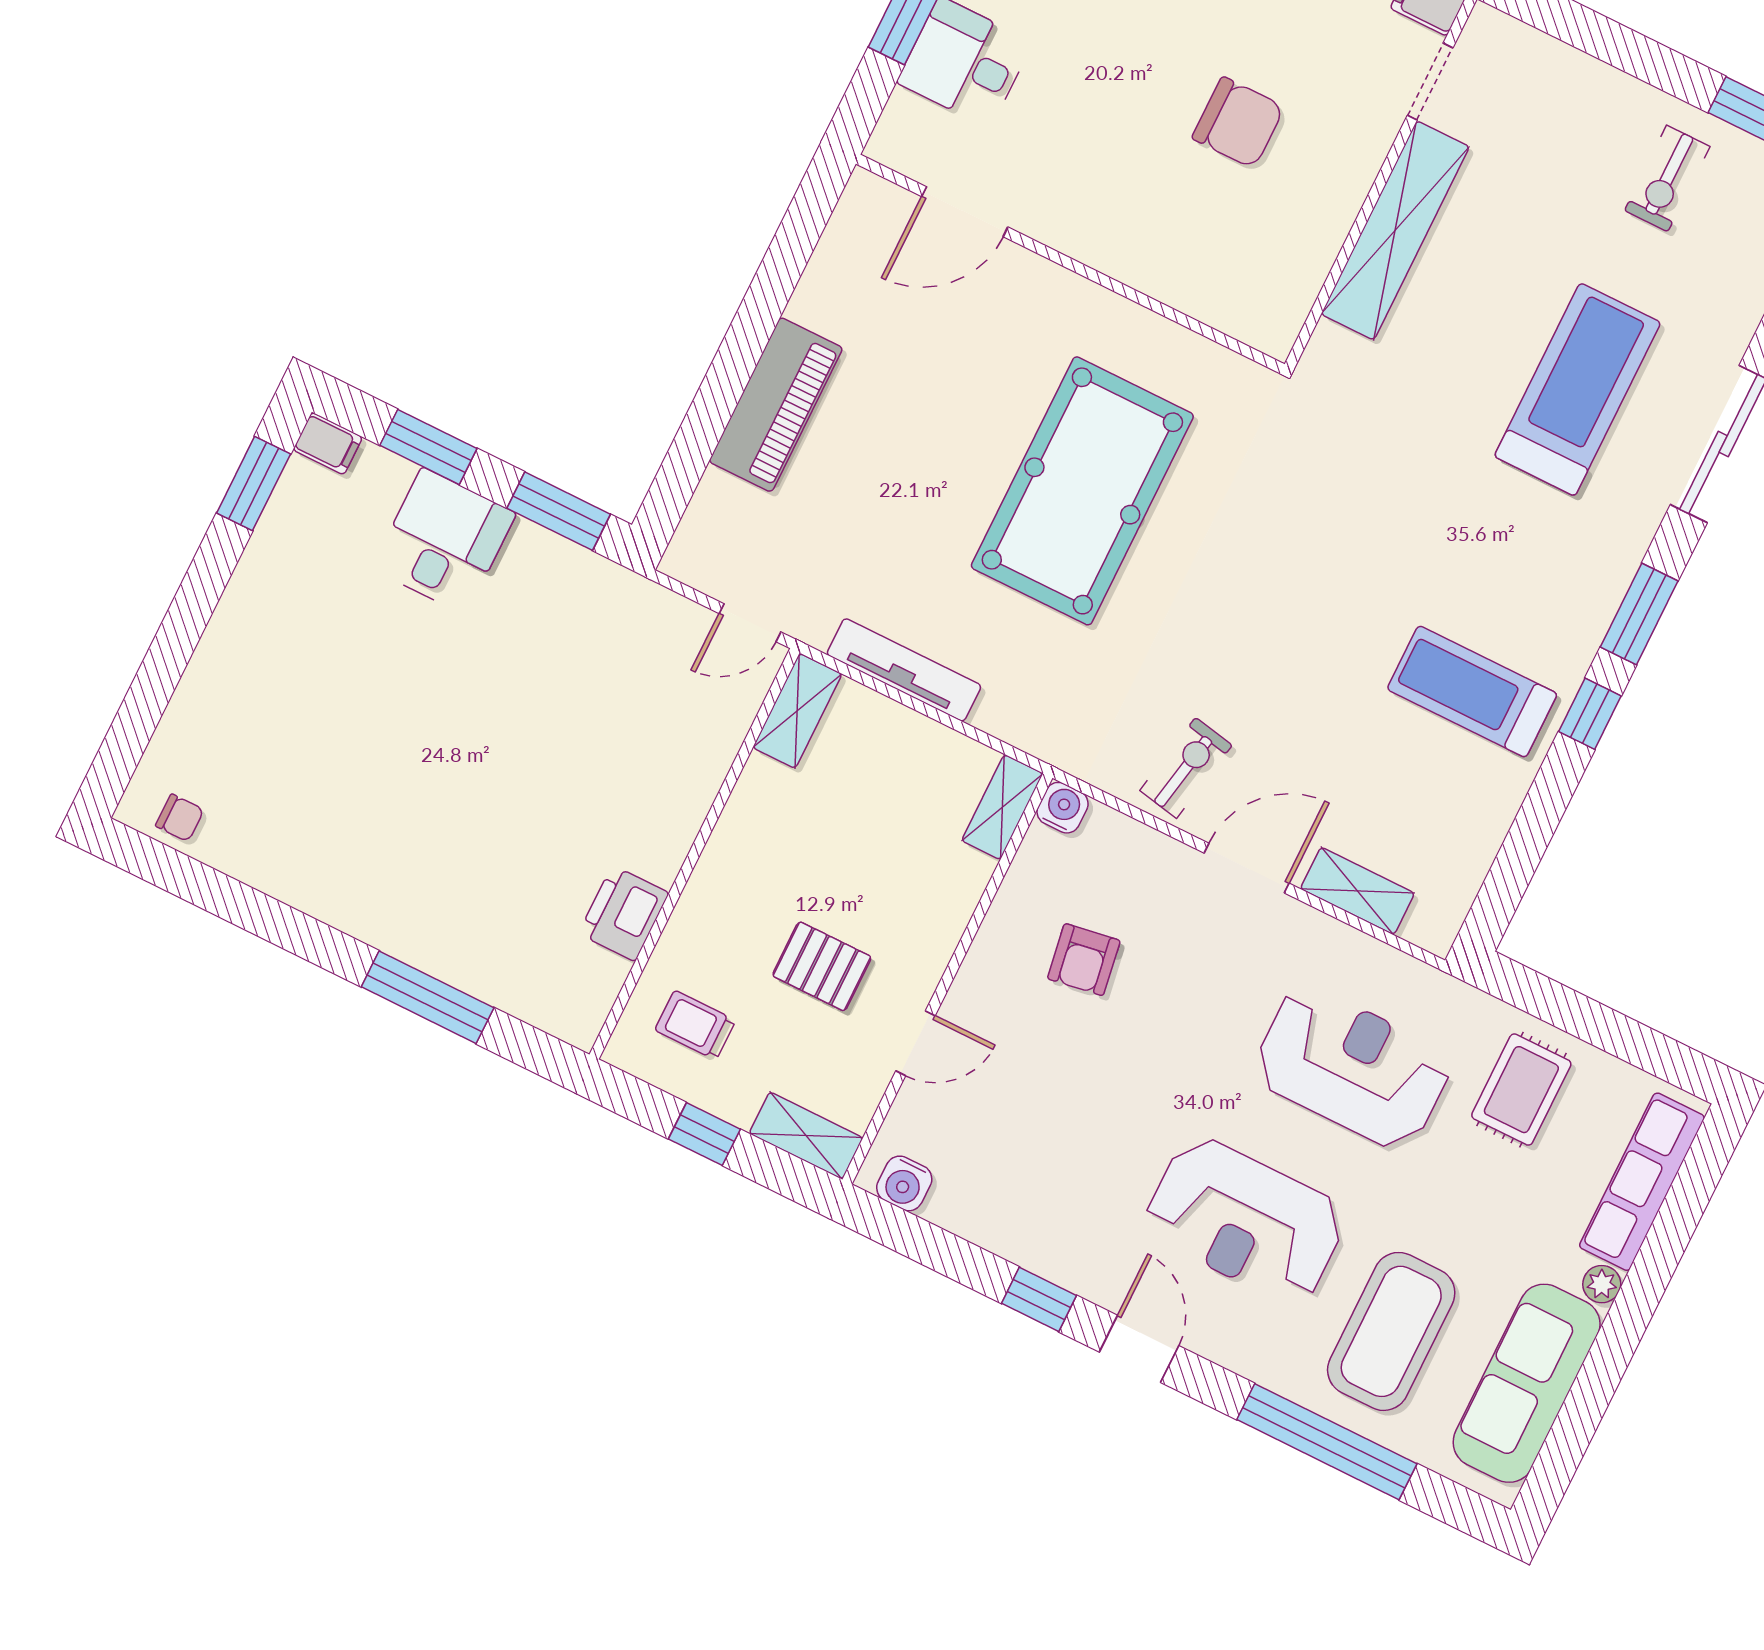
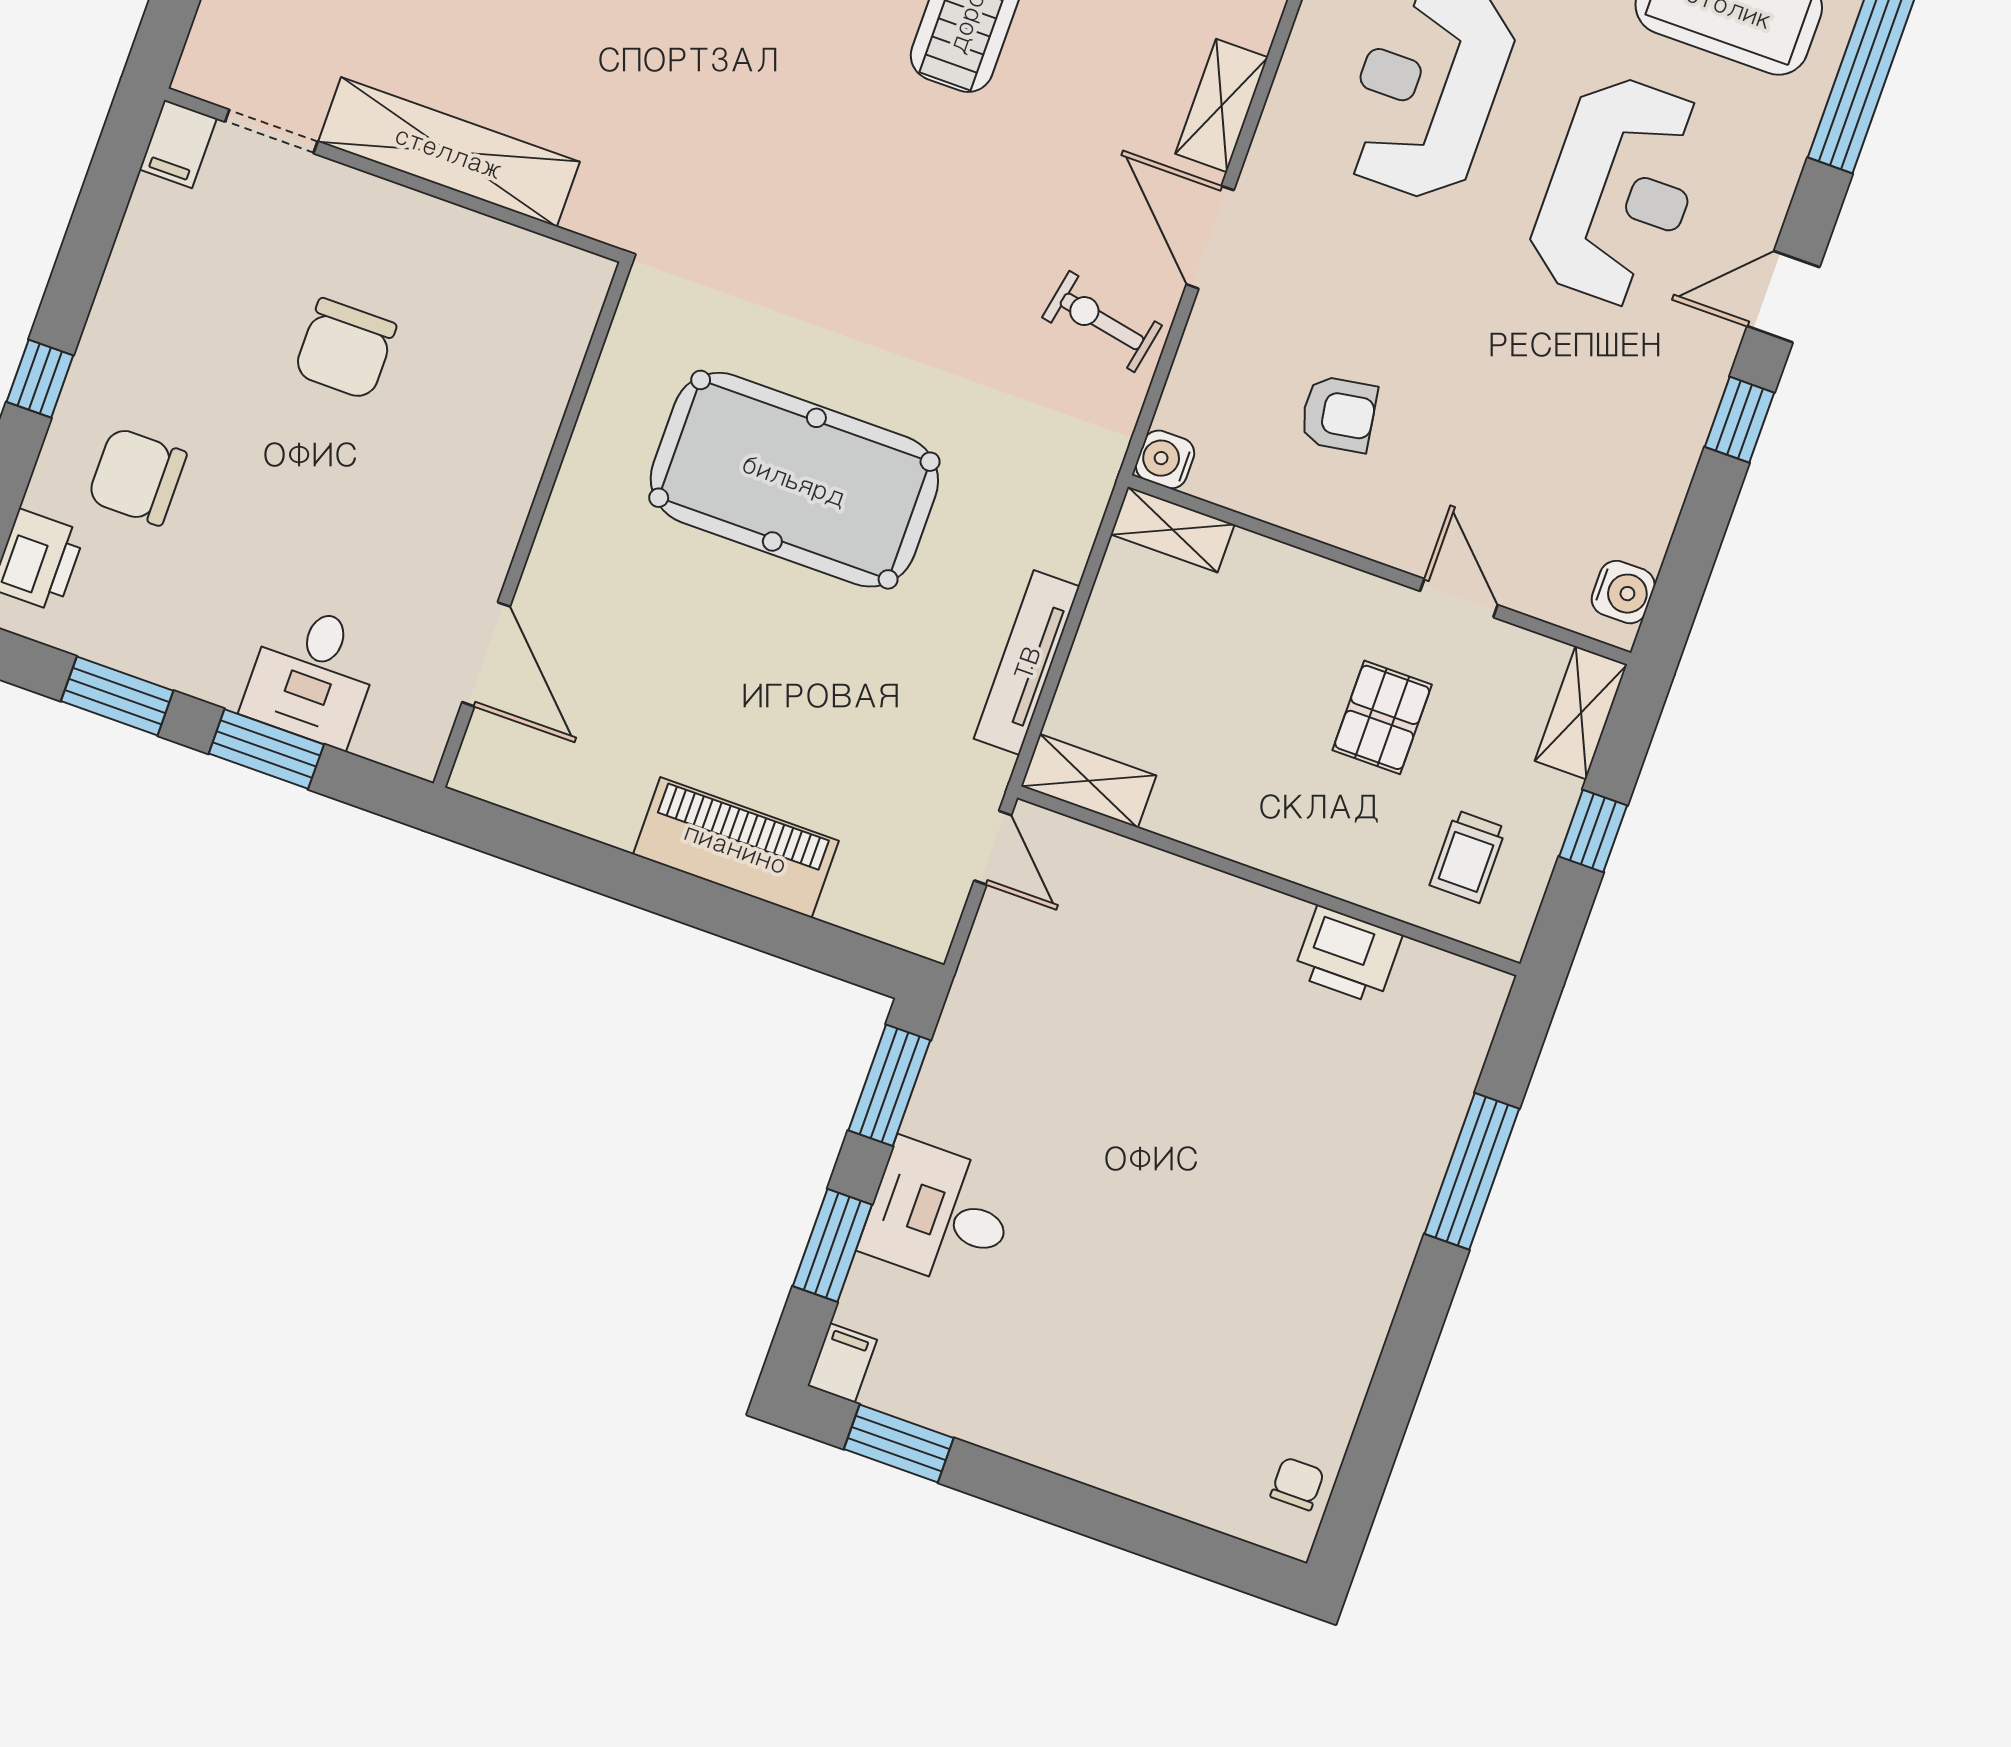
chair: (1238, 123) -> (345, 349), turned 180

